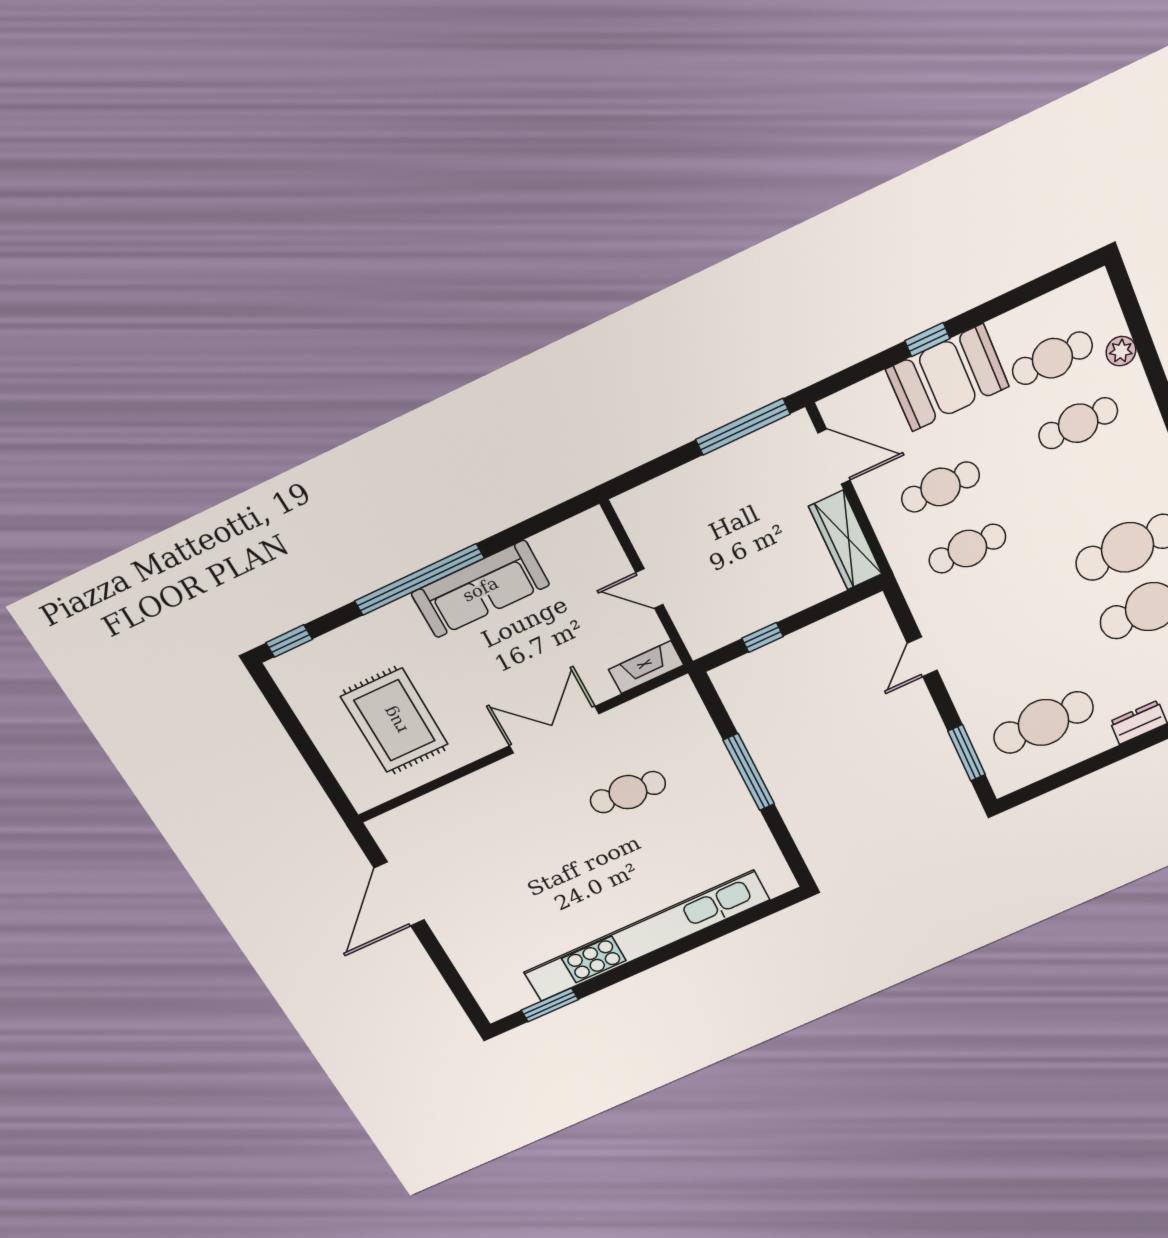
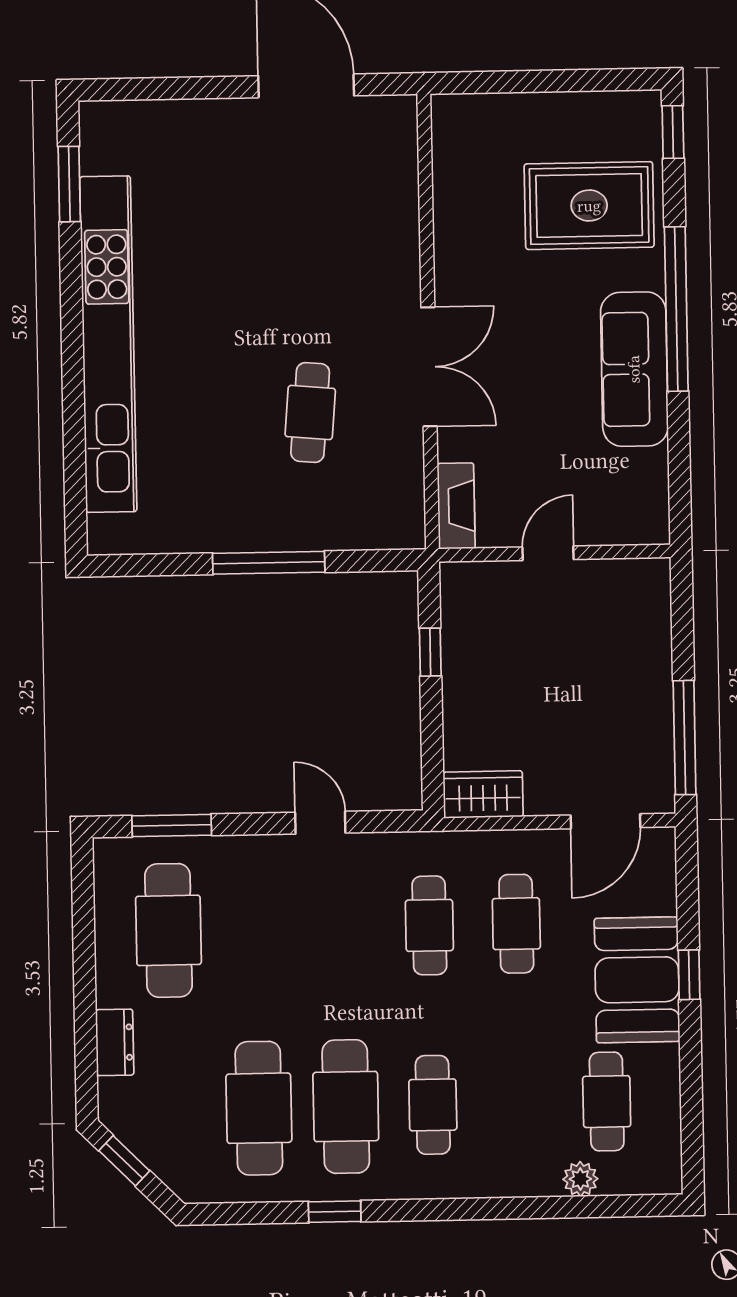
cafe table: (1078, 423) -> (433, 1105), moved
wardrobe: (846, 540) -> (483, 794), width x0.67
rug: (394, 720) -> (589, 206), moved

